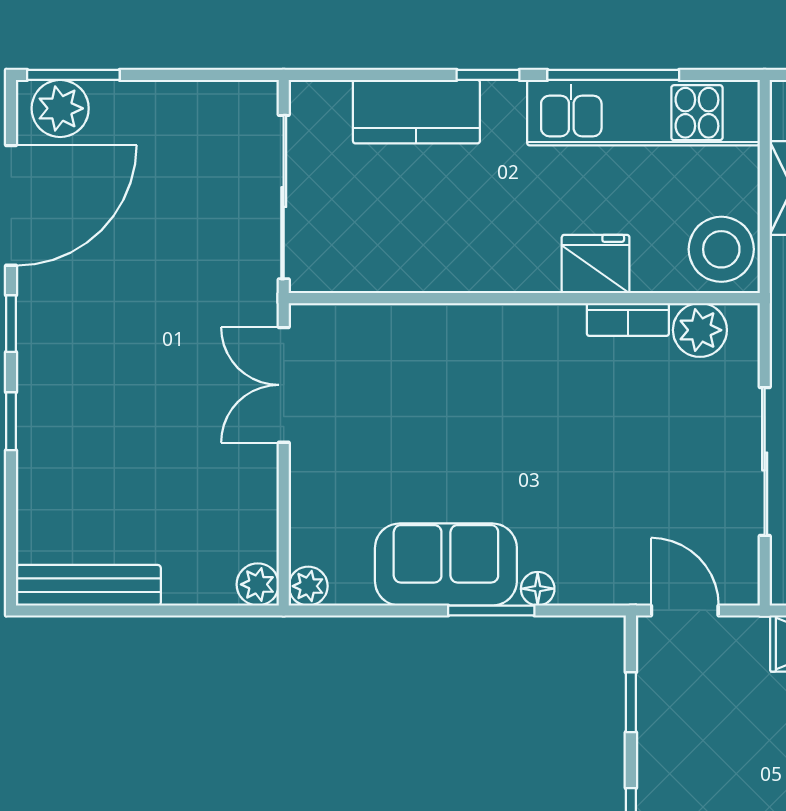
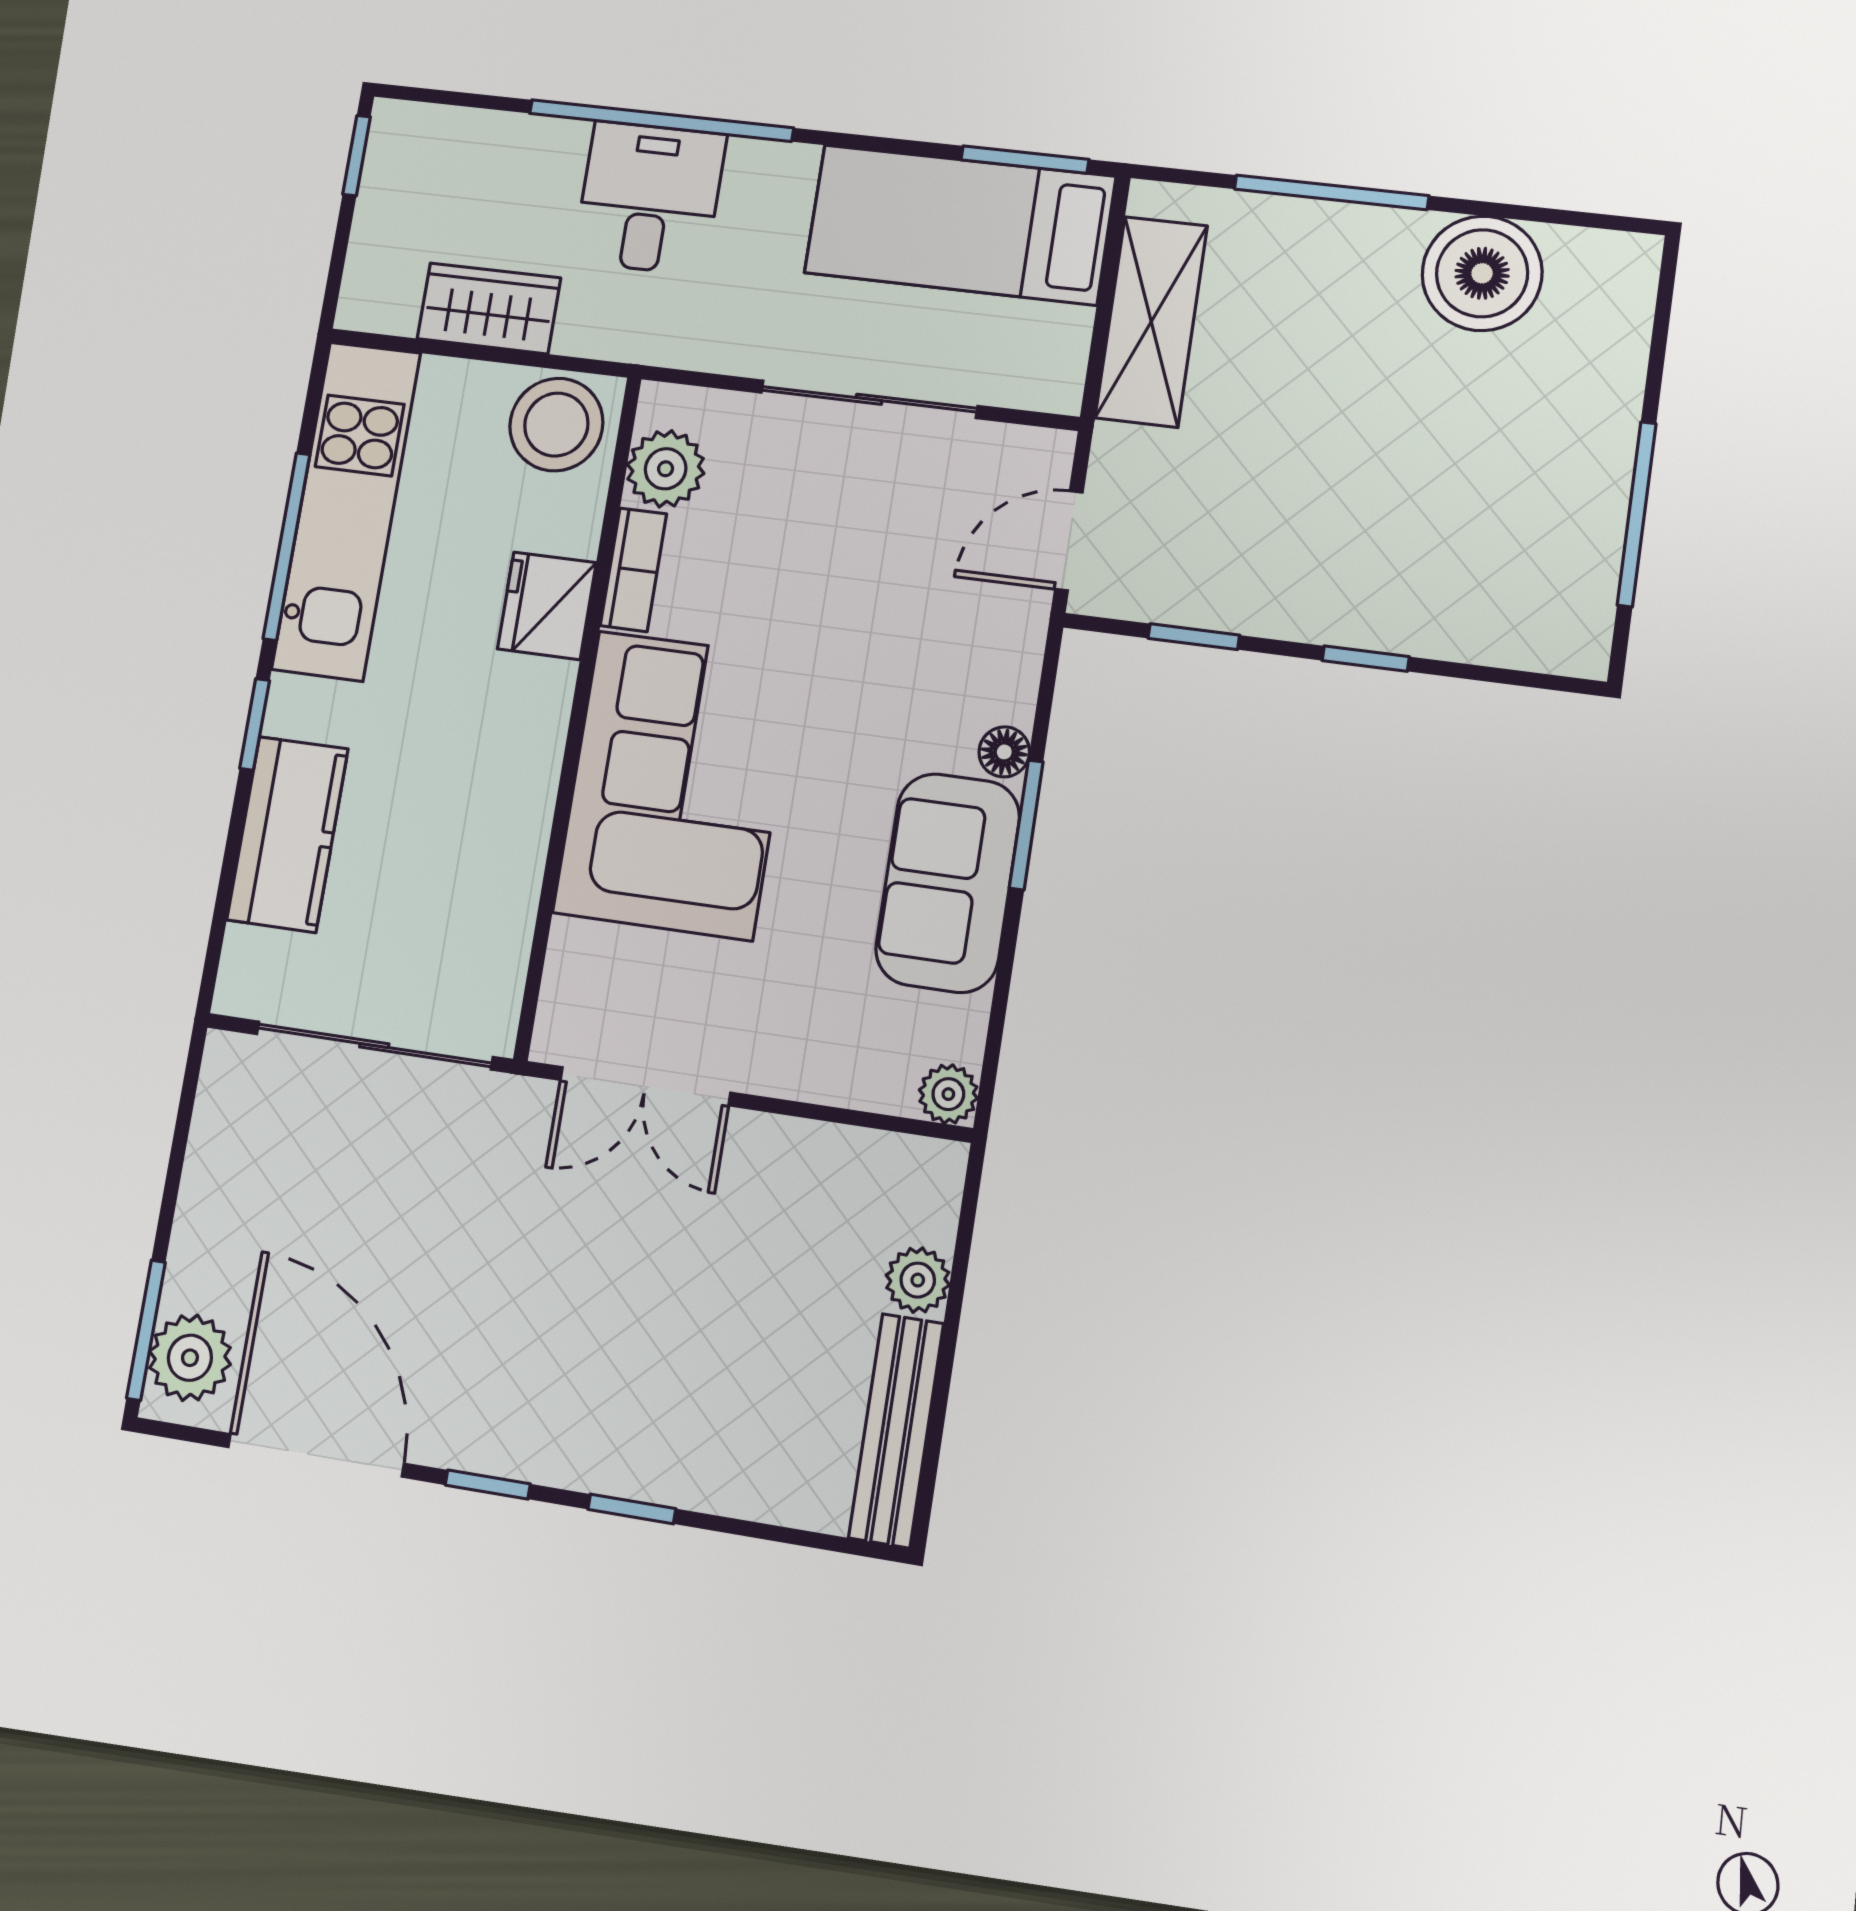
corner sofa: (486, 372) -> (675, 785), added
plant: (258, 584) -> (918, 1280), moved

